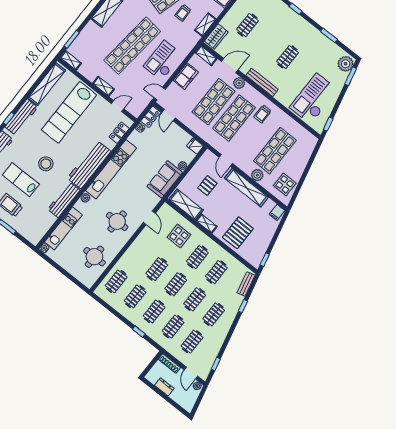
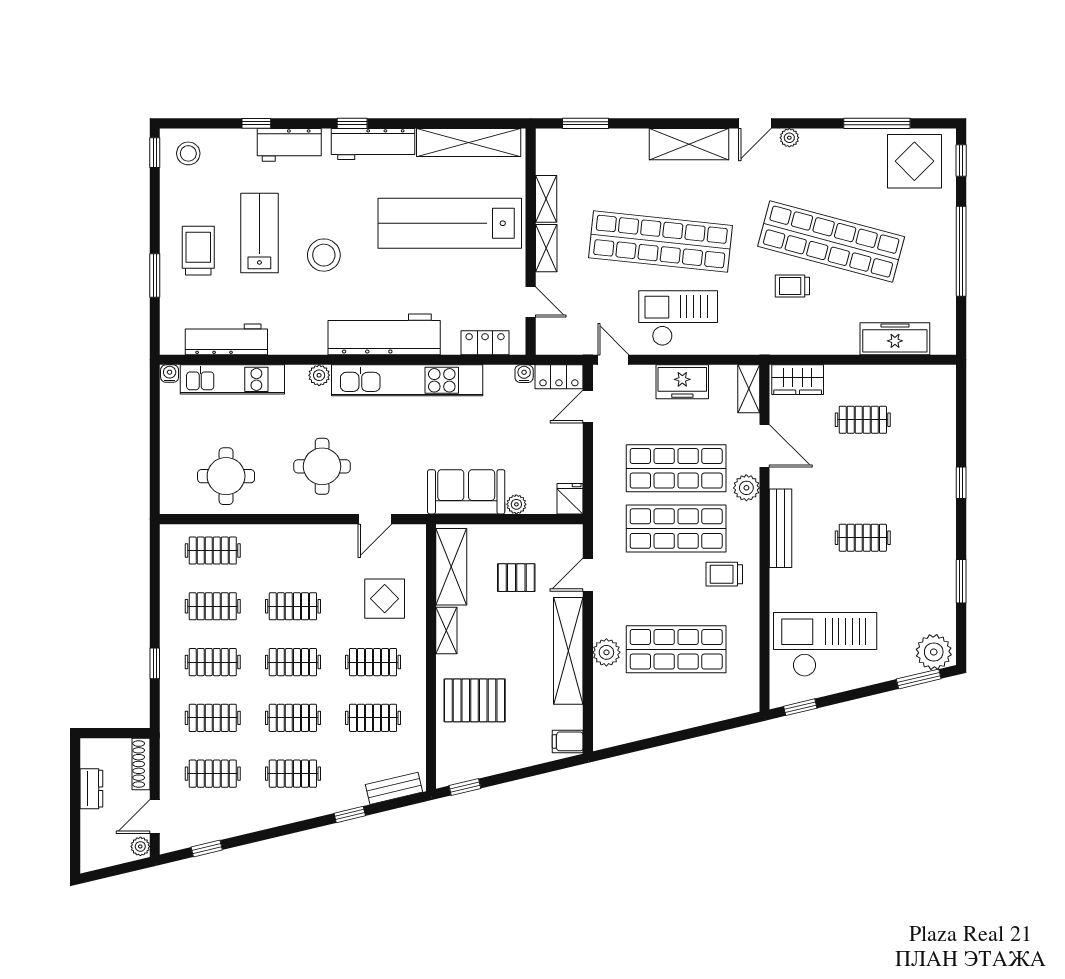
shelving: (205, 25) -> (803, 343), removed
shelving: (71, 60) -> (546, 199), moved
display table: (285, 184) -> (629, 715), removed
workbench: (64, 200) -> (226, 339), moved

